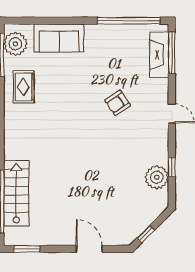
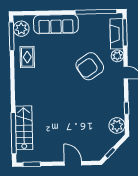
sofa: (59, 38) -> (56, 24), width x1.36
plant: (160, 88) -> (117, 56), added
armchair: (118, 103) -> (90, 66), width x1.88, depth x1.88
plant: (157, 177) -> (117, 125), moved

